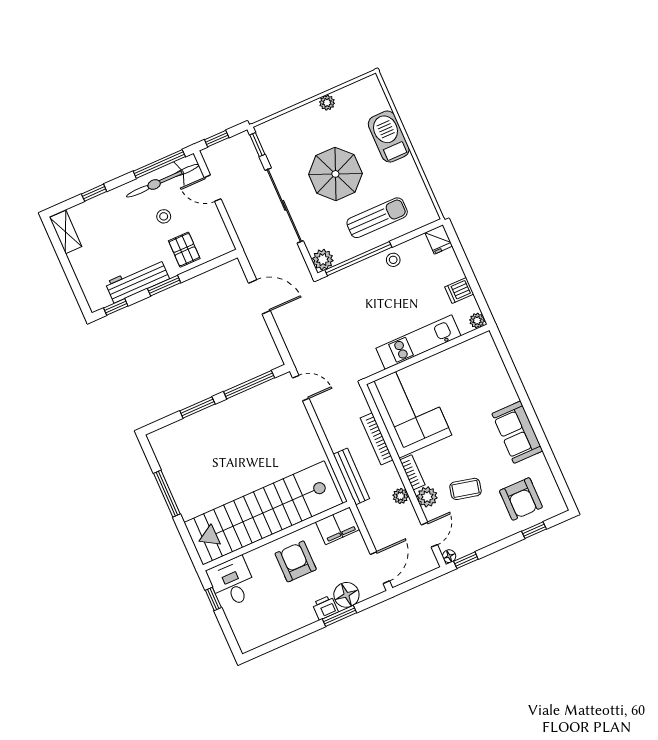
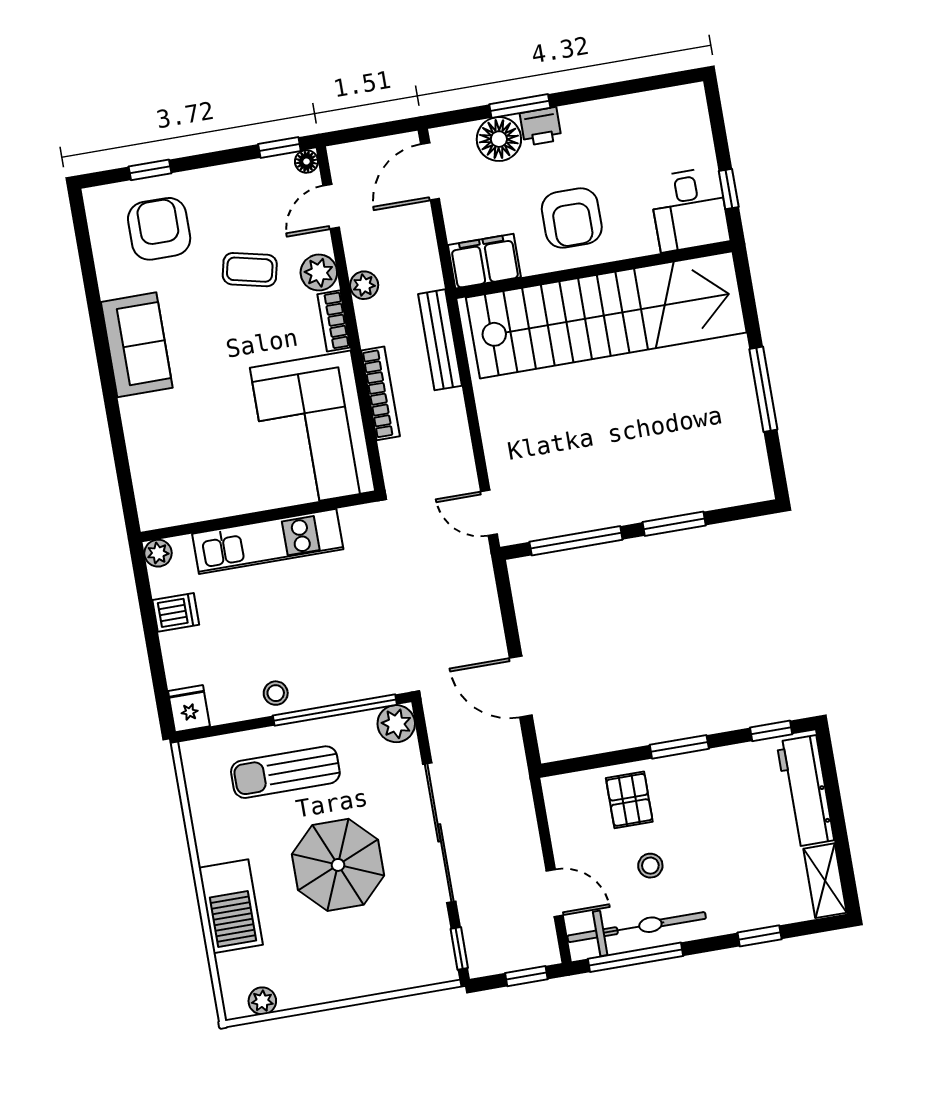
plant: (327, 103) -> (262, 1001), moved
workbench: (137, 281) -> (805, 791), moved, turned 90

